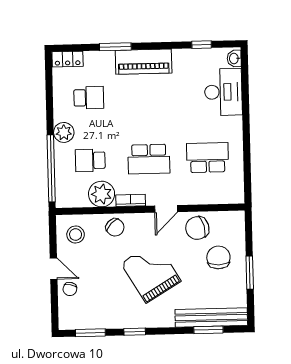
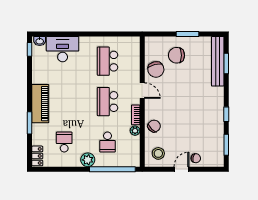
window: (202, 45) -> (30, 49), moved
school desk: (149, 159) -> (108, 102), turned 180
plant: (102, 194) -> (135, 131), width x0.53, depth x0.53
grand piano: (151, 272) -> (186, 102), removed

